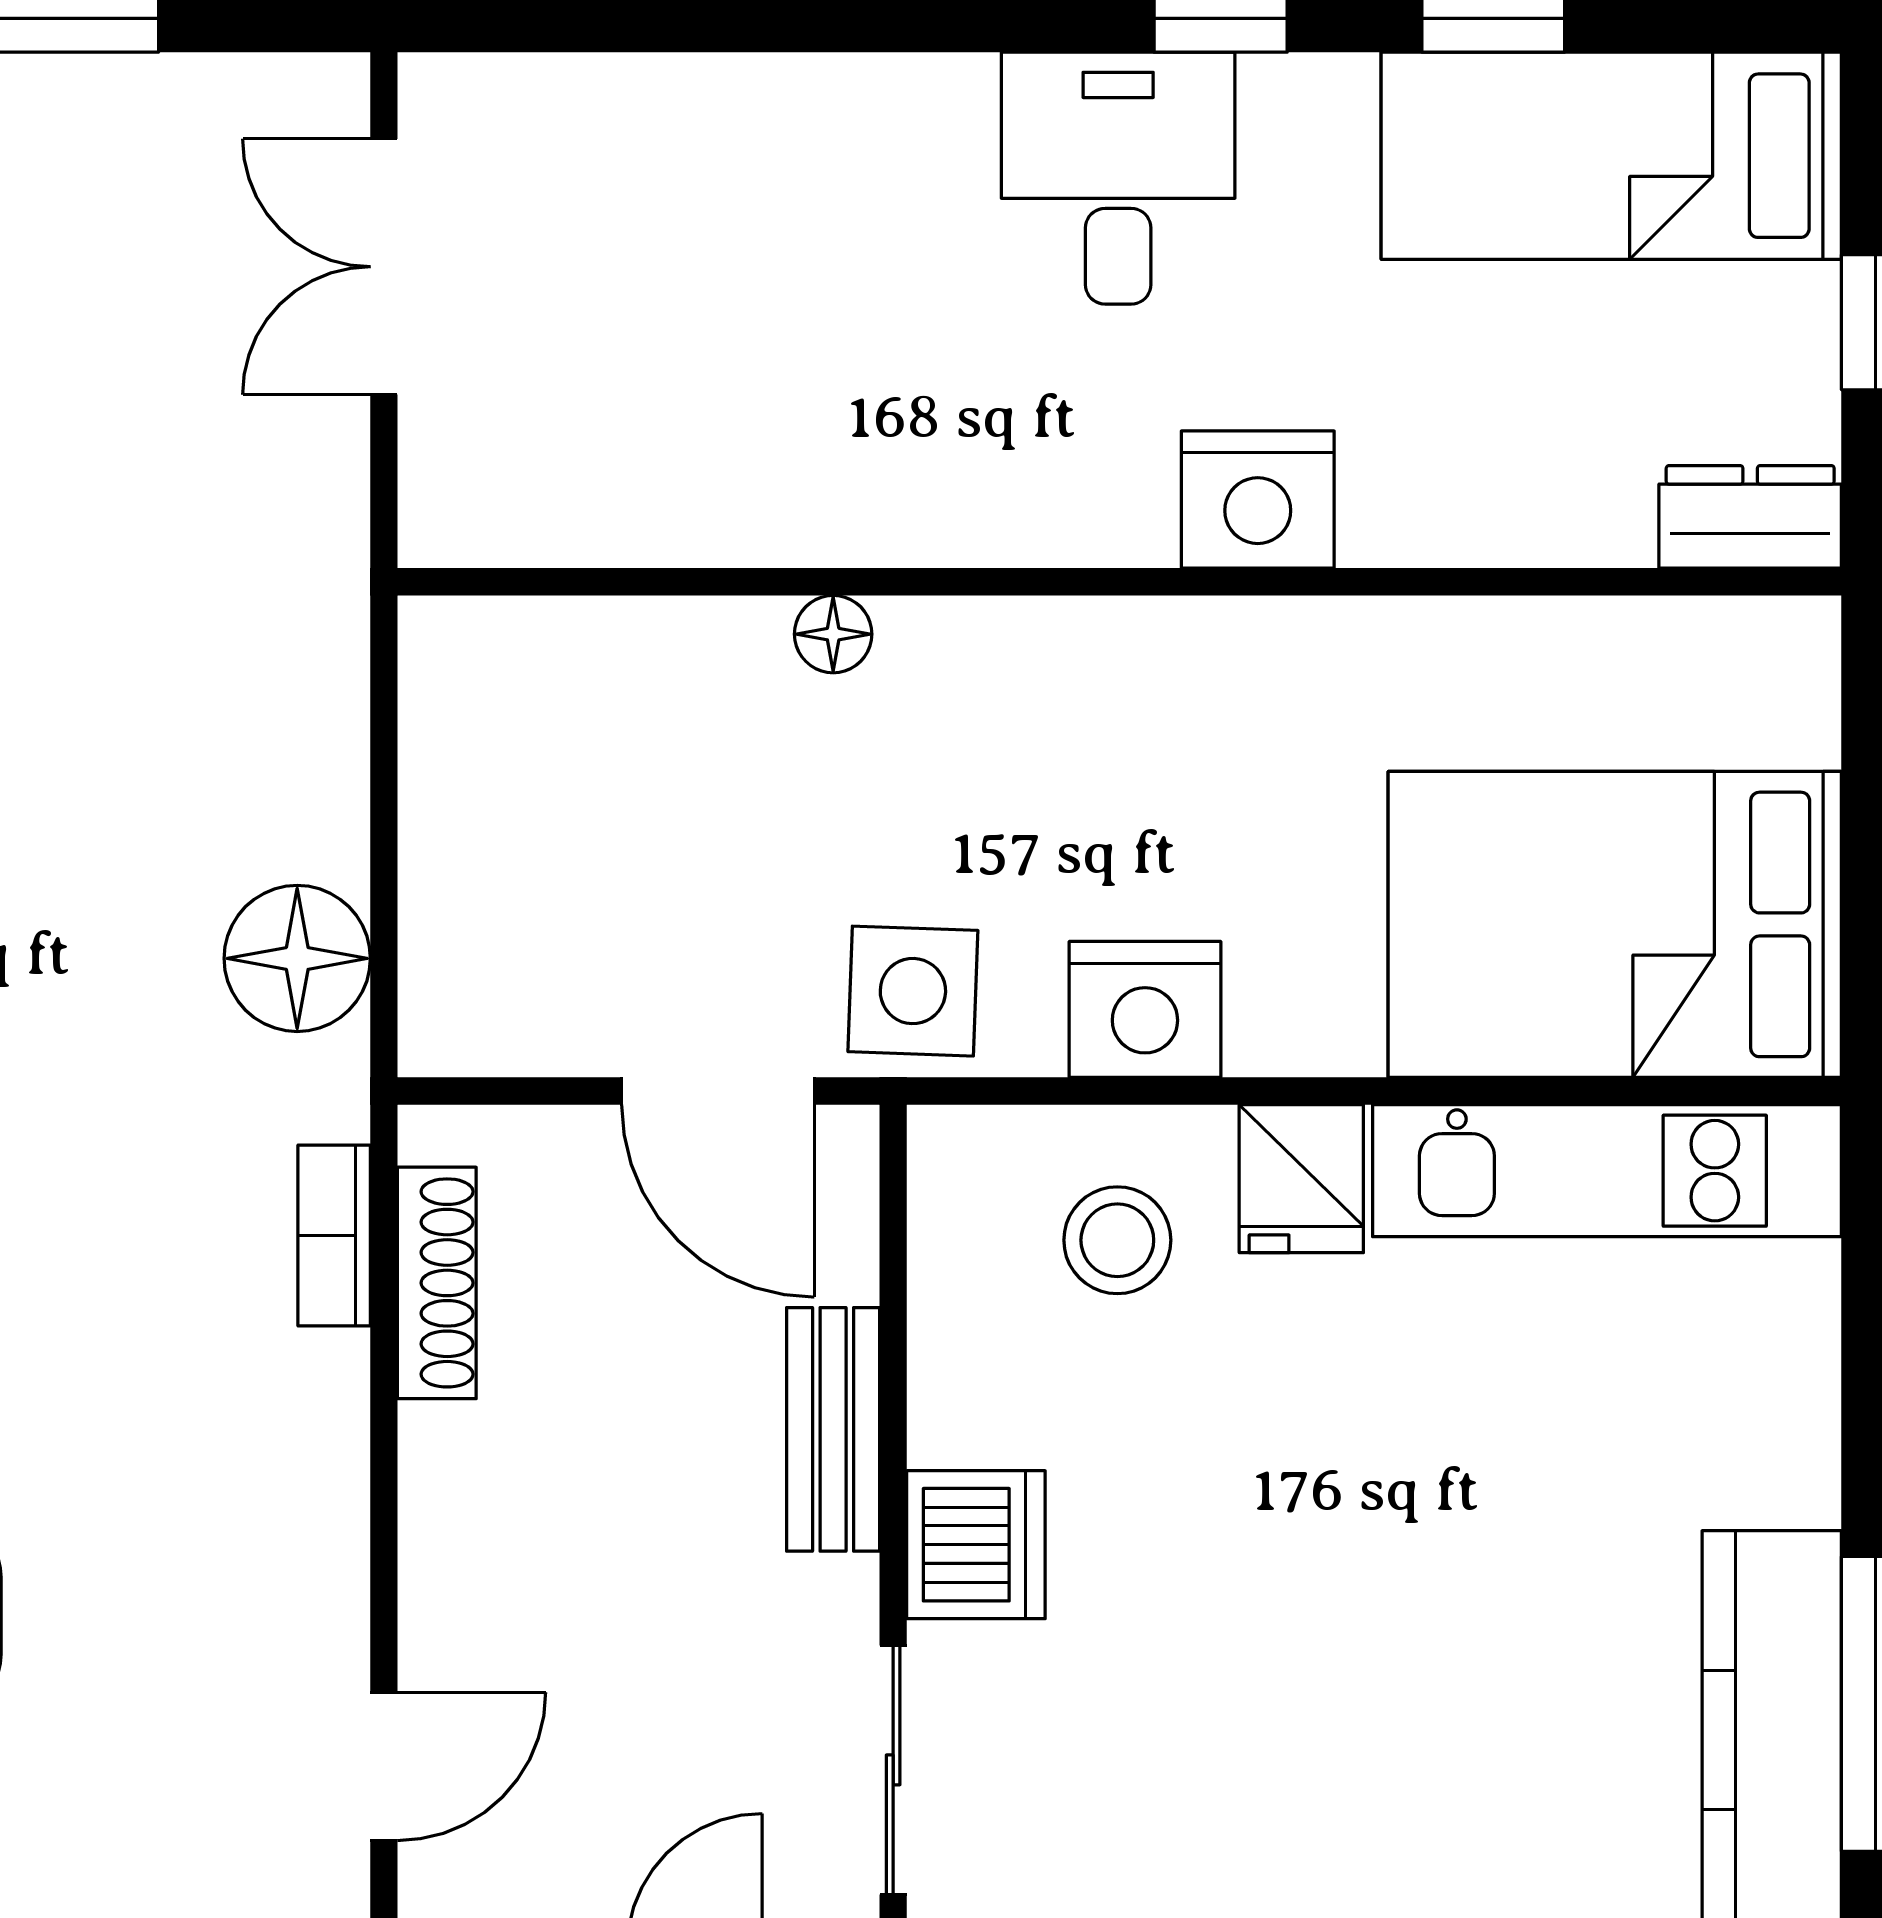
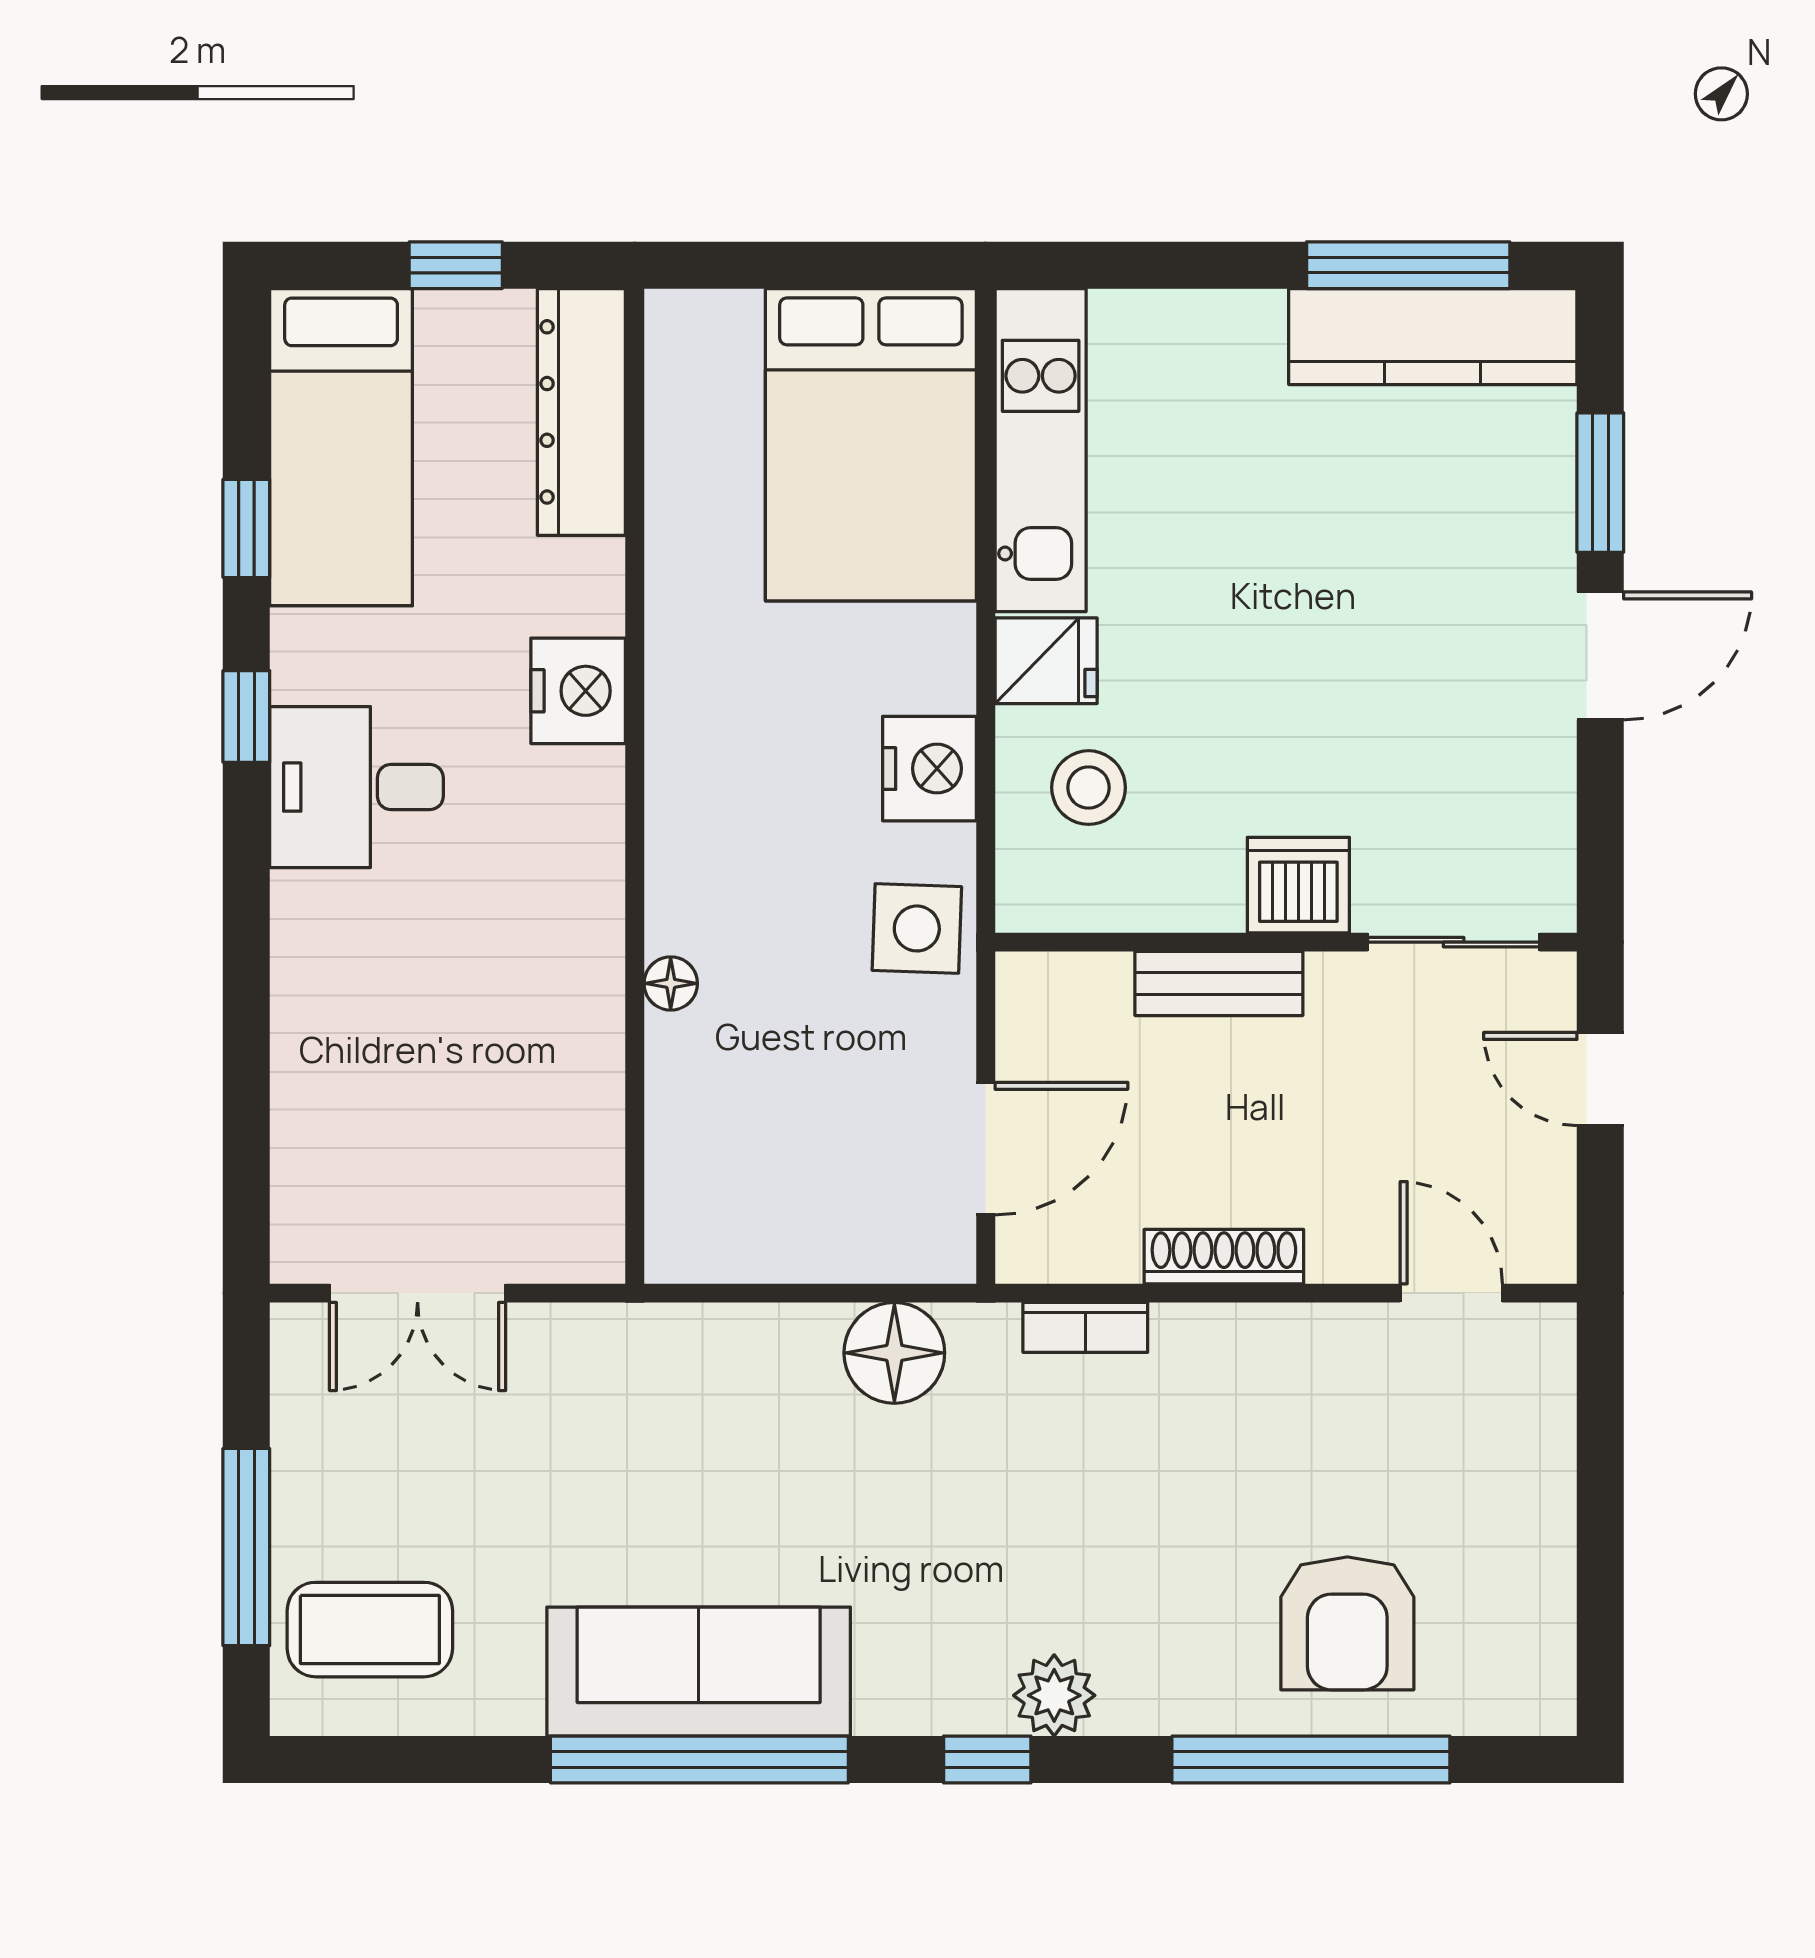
dresser: (1750, 517) -> (581, 412), width x1.96, depth x1.24
door: (718, 1091) -> (986, 1149), moved
shoe rack: (437, 1283) -> (1224, 1257), moved

